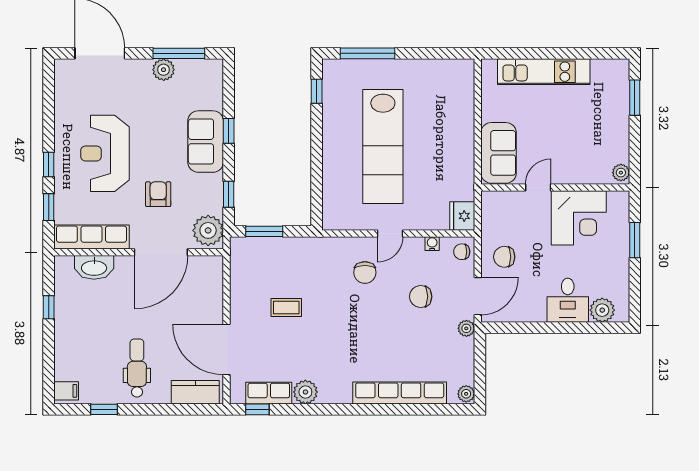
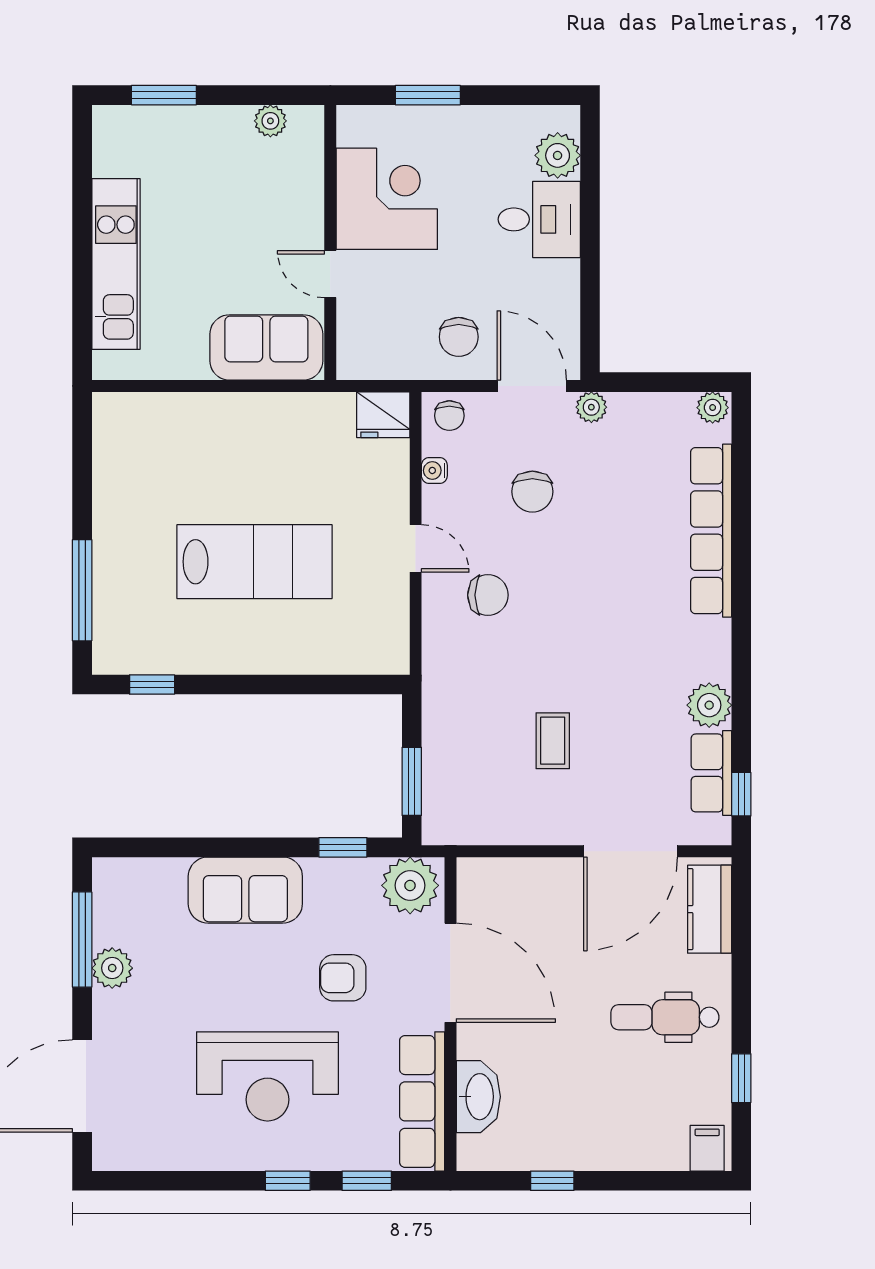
window: (229, 131) -> (226, 847), removed
lab bench: (383, 146) -> (255, 562), width x0.73
plant: (621, 173) -> (270, 121), moved

